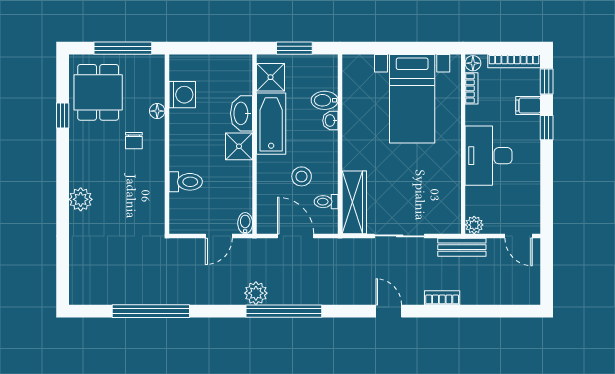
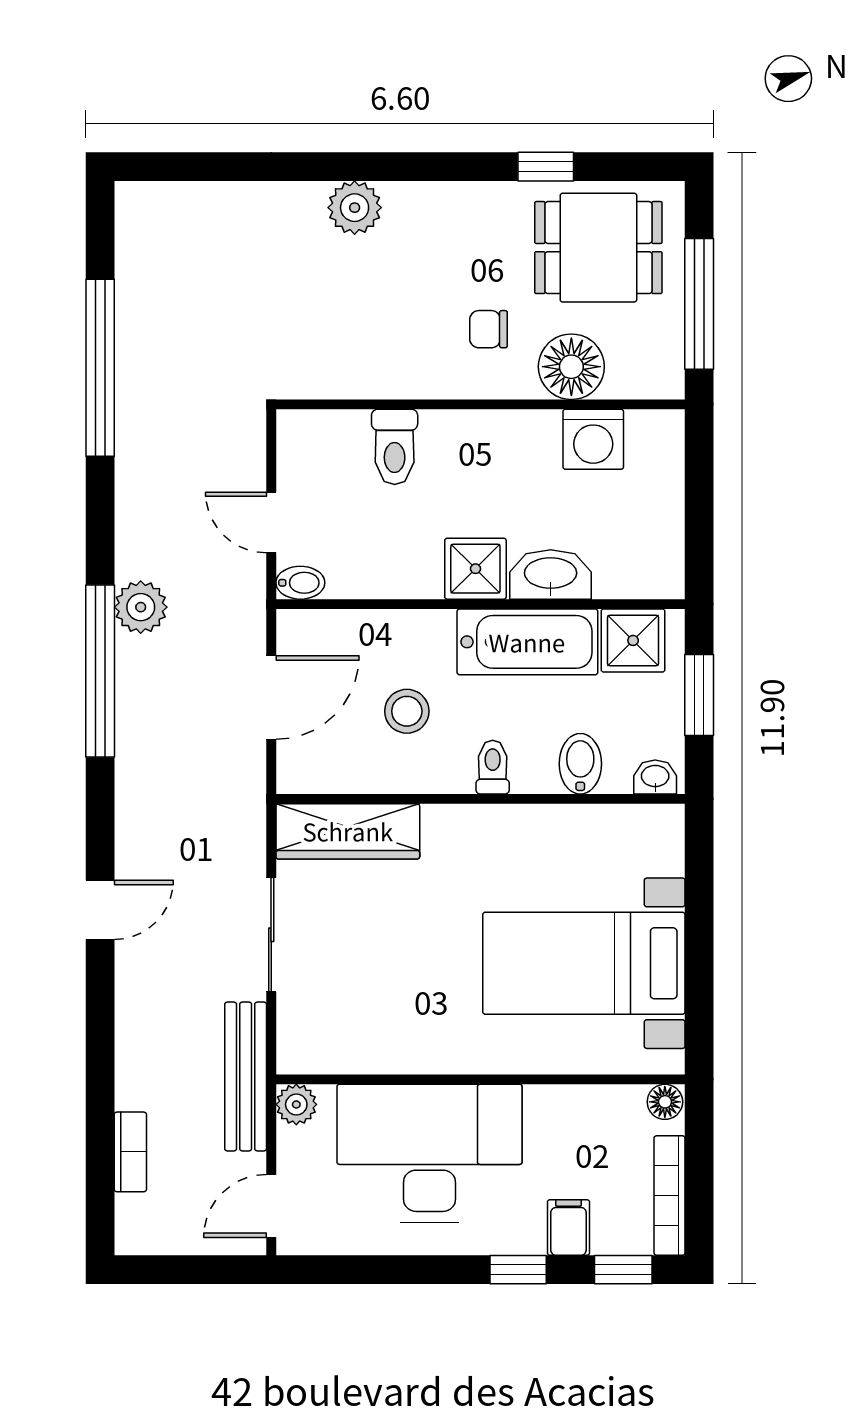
bookcase: (472, 88) -> (607, 1099), removed
floor lamp: (157, 111) -> (571, 367), width x1.89, depth x1.89
washbasin: (330, 121) -> (655, 777), moved
desk: (489, 156) -> (430, 1153), width x1.36, depth x1.30
toilet: (326, 202) -> (493, 767), moved
bench: (462, 247) -> (246, 1077), width x1.36
bookcase: (442, 298) -> (130, 1152), moved

